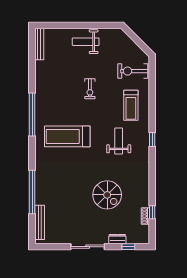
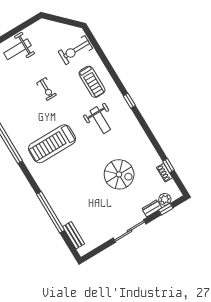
weight bench: (119, 141) -> (100, 120), turned 180
bench: (40, 222) -> (74, 235), width x0.73
plant: (132, 238) -> (165, 199), added

